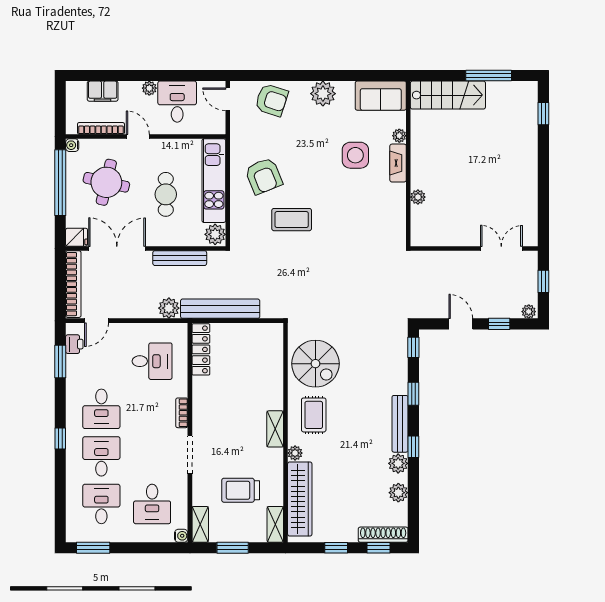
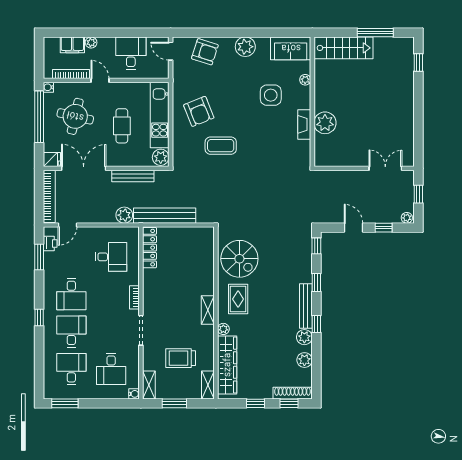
plant: (149, 88) -> (91, 42), moved
fireplace: (398, 163) -> (304, 124), moved
plant: (418, 197) -> (325, 123), width x1.87, depth x1.87

